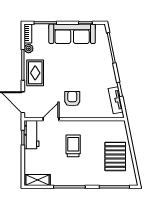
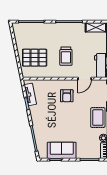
sofa: (72, 34) -> (62, 150), width x0.73
pallet: (115, 156) -> (35, 58), moved, turned 90

